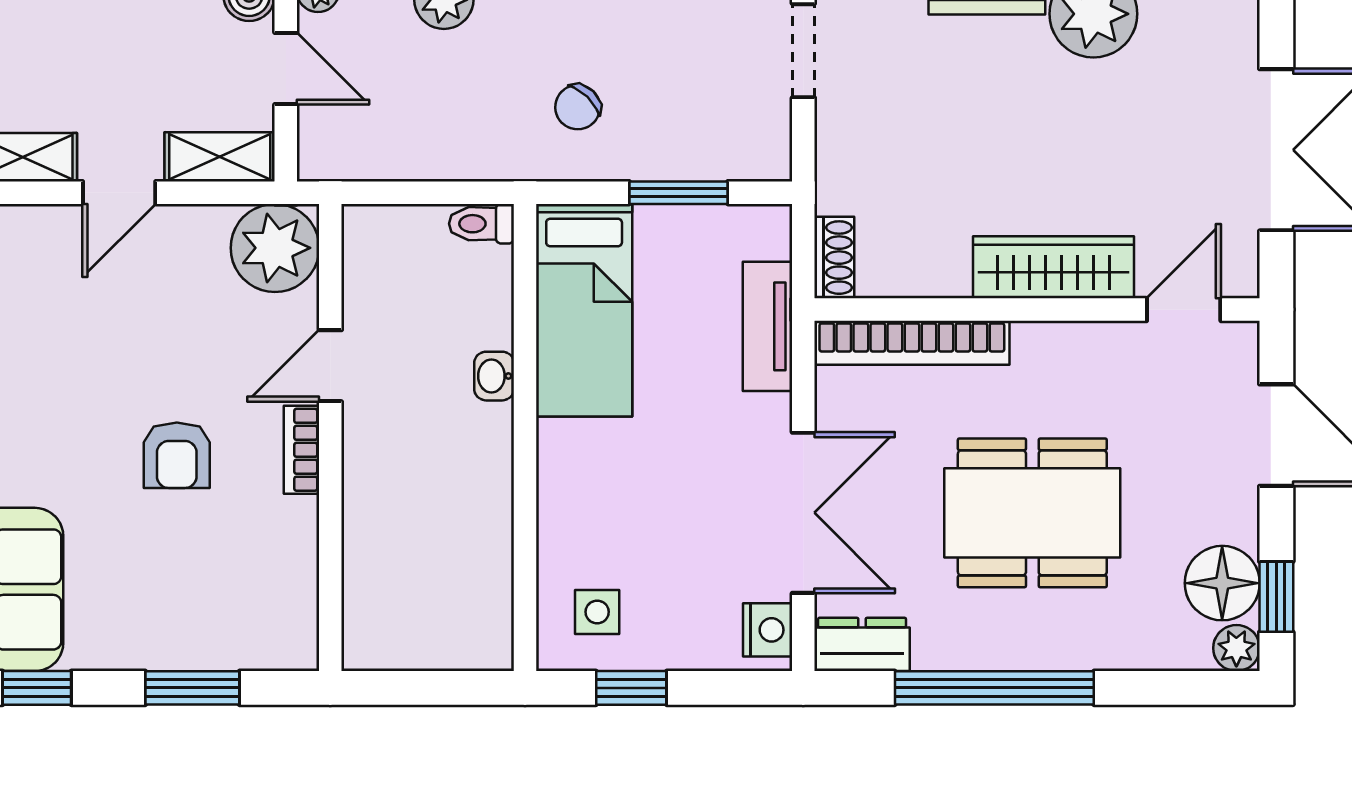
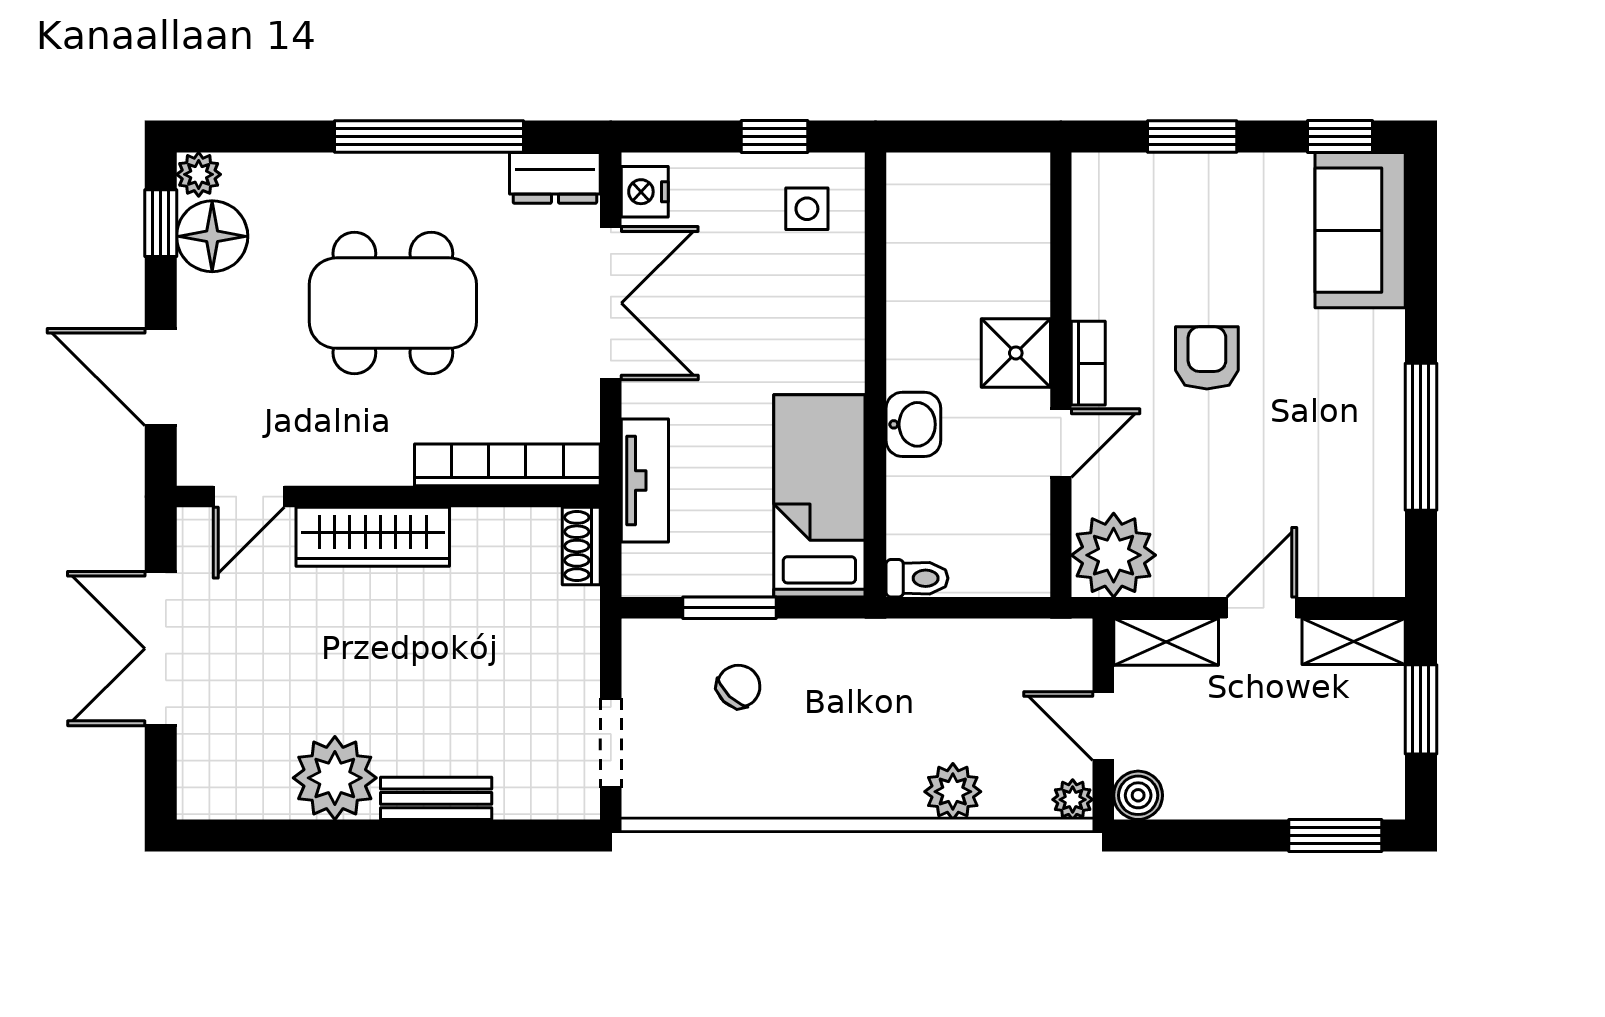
chair: (578, 107) -> (739, 686), moved
washbasin: (494, 376) -> (913, 424), width x1.38, depth x1.45
shower: (378, 460) -> (1016, 353), added
double door: (803, 513) -> (611, 303), swing flipped

